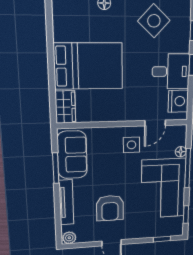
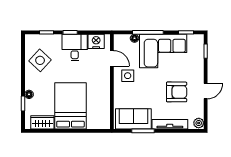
wardrobe: (65, 107) -> (42, 122), moved

